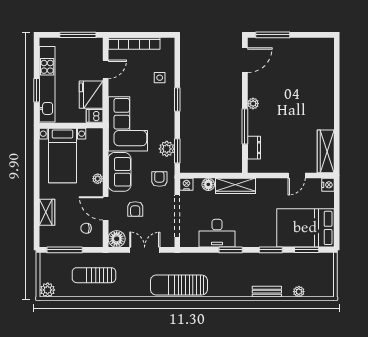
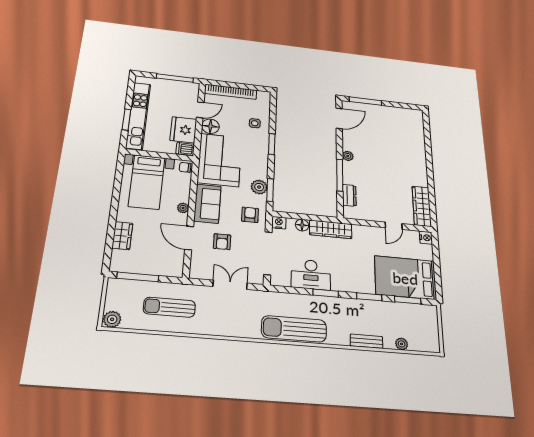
chair: (86, 228) -> (185, 167), moved
floor lamp: (117, 239) -> (210, 126), moved
sun lounger: (179, 285) -> (294, 329), moved

